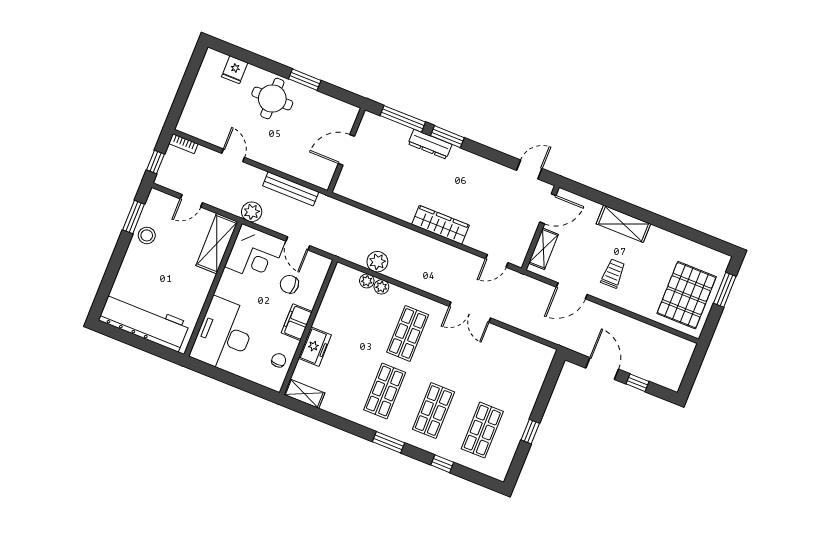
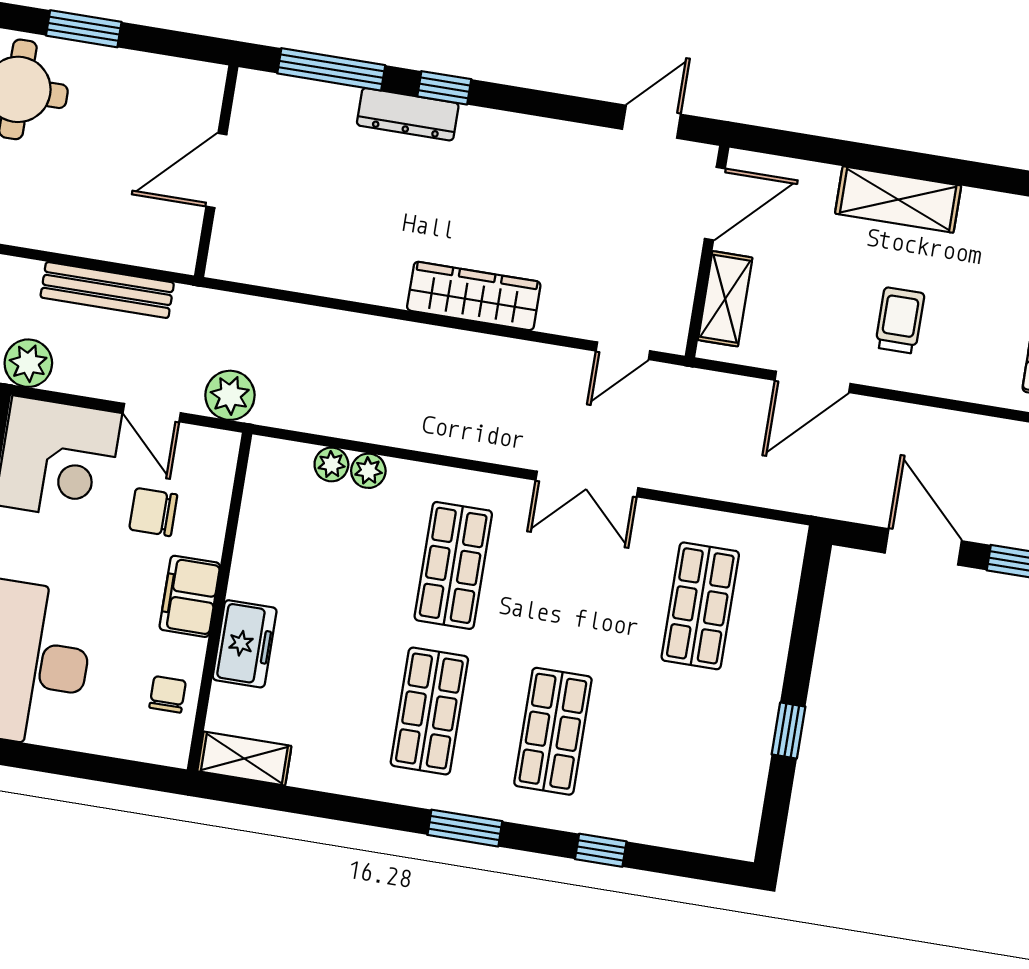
window: (447, 137) -> (444, 88), width x0.67
plant: (377, 262) -> (230, 395), moved
shop shelf: (482, 430) -> (700, 606), moved

